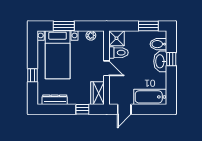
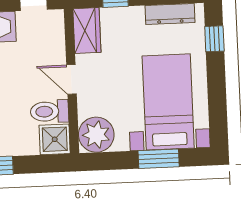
plant: (91, 35) -> (96, 135), width x1.88, depth x1.88
window: (33, 75) -> (214, 39), moved

